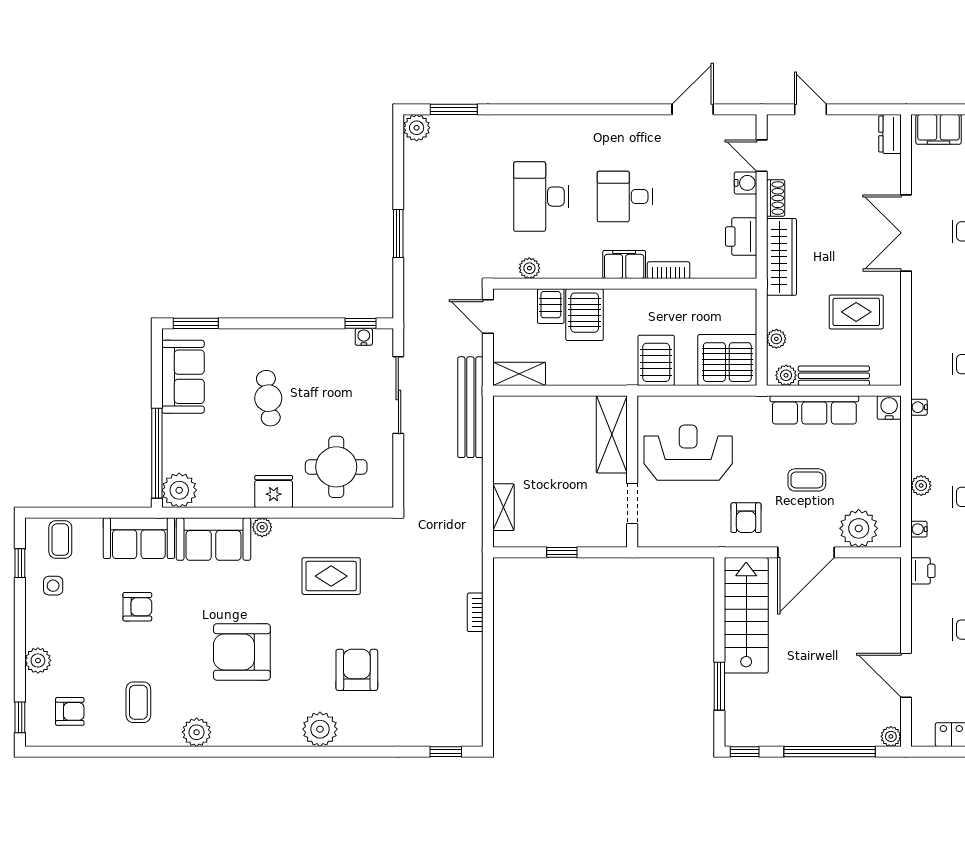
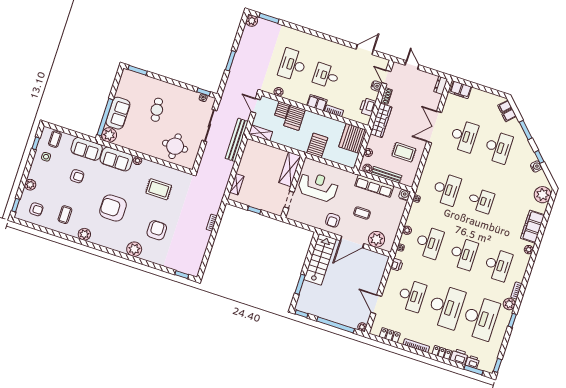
server rack: (727, 360) -> (353, 138), moved, turned -90
sofa: (183, 377) -> (118, 113), moved
fridge: (274, 491) -> (147, 148), removed

